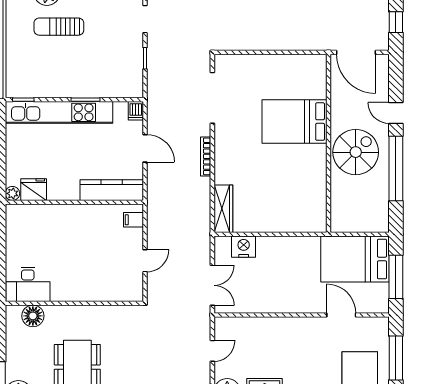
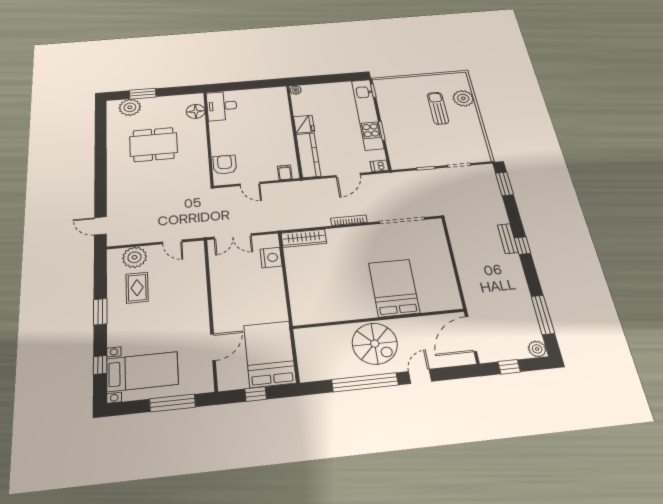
fridge: (34, 190) -> (304, 124), moved
window: (396, 277) -> (256, 394), width x0.46
armchair: (115, 287) -> (225, 165), added

